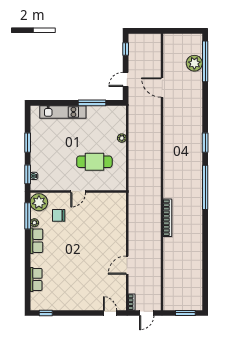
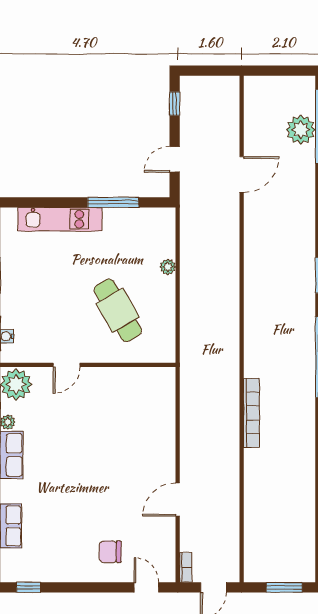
door: (162, 88) -> (242, 174), swing flipped
cafe table: (94, 162) -> (118, 310), turned 60
door: (78, 192) -> (67, 365), moved
chair: (59, 215) -> (110, 552), moved

